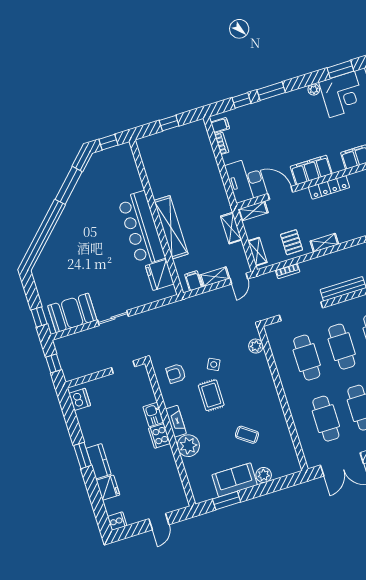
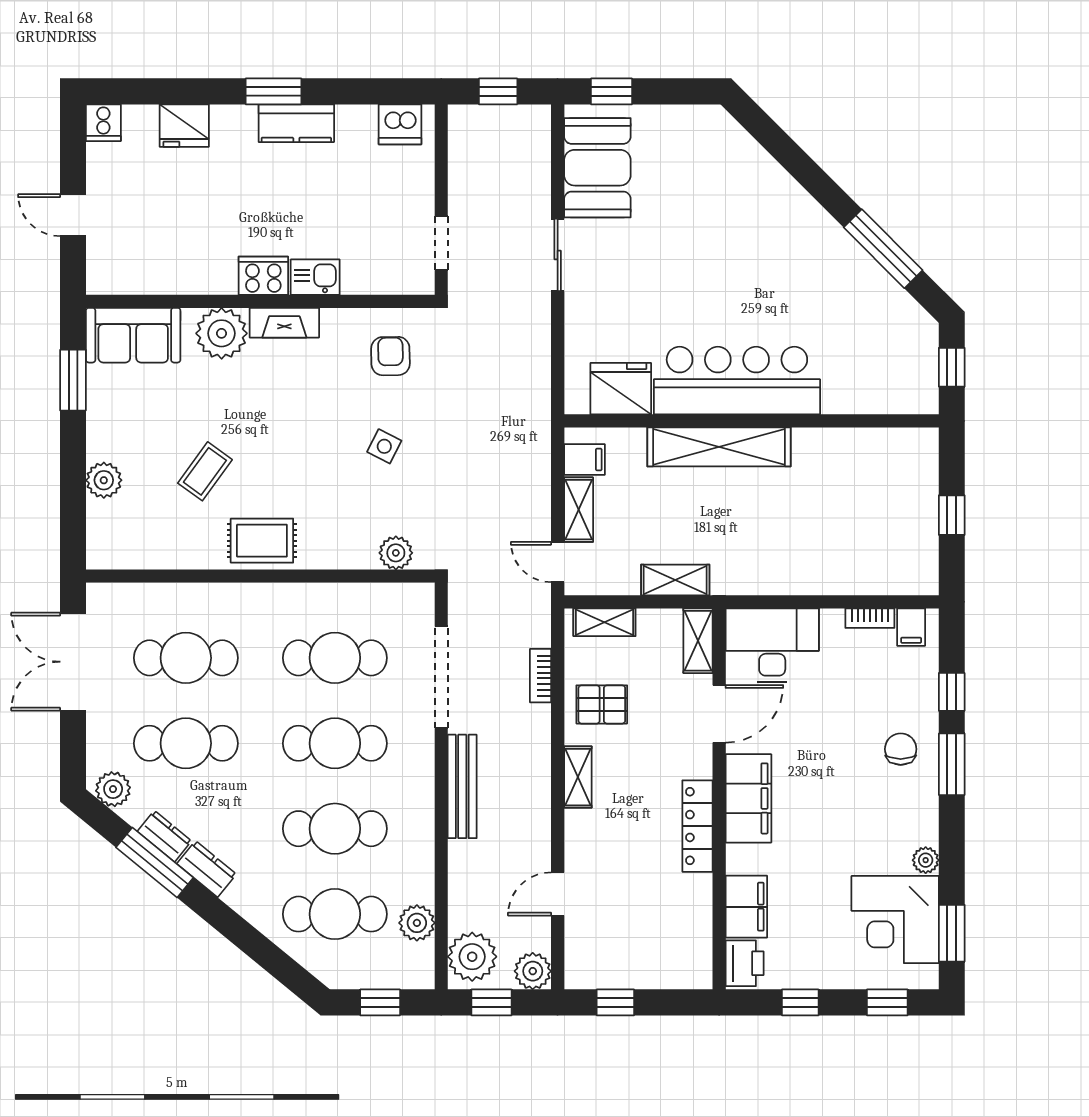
chair: (271, 114) -> (901, 749), added
rug: (211, 395) -> (262, 541), moved
kitchen counter: (99, 461) -> (296, 123), moved
sofa: (235, 480) -> (133, 335), moved, turned 90

